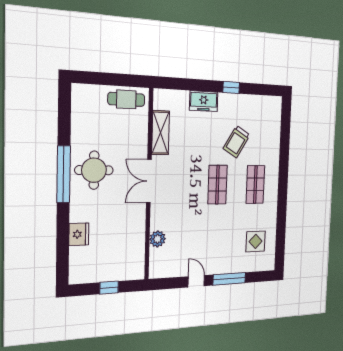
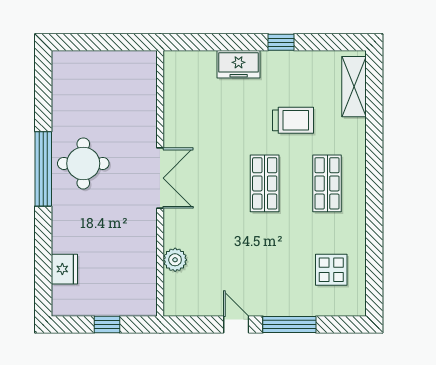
cafe table: (126, 99) -> (125, 68), removed
shelving: (161, 133) -> (354, 87), moved
trolley: (237, 142) -> (293, 120), turned -121
double door: (149, 181) -> (160, 178), swing flipped
fridge: (79, 234) -> (64, 269), moved

